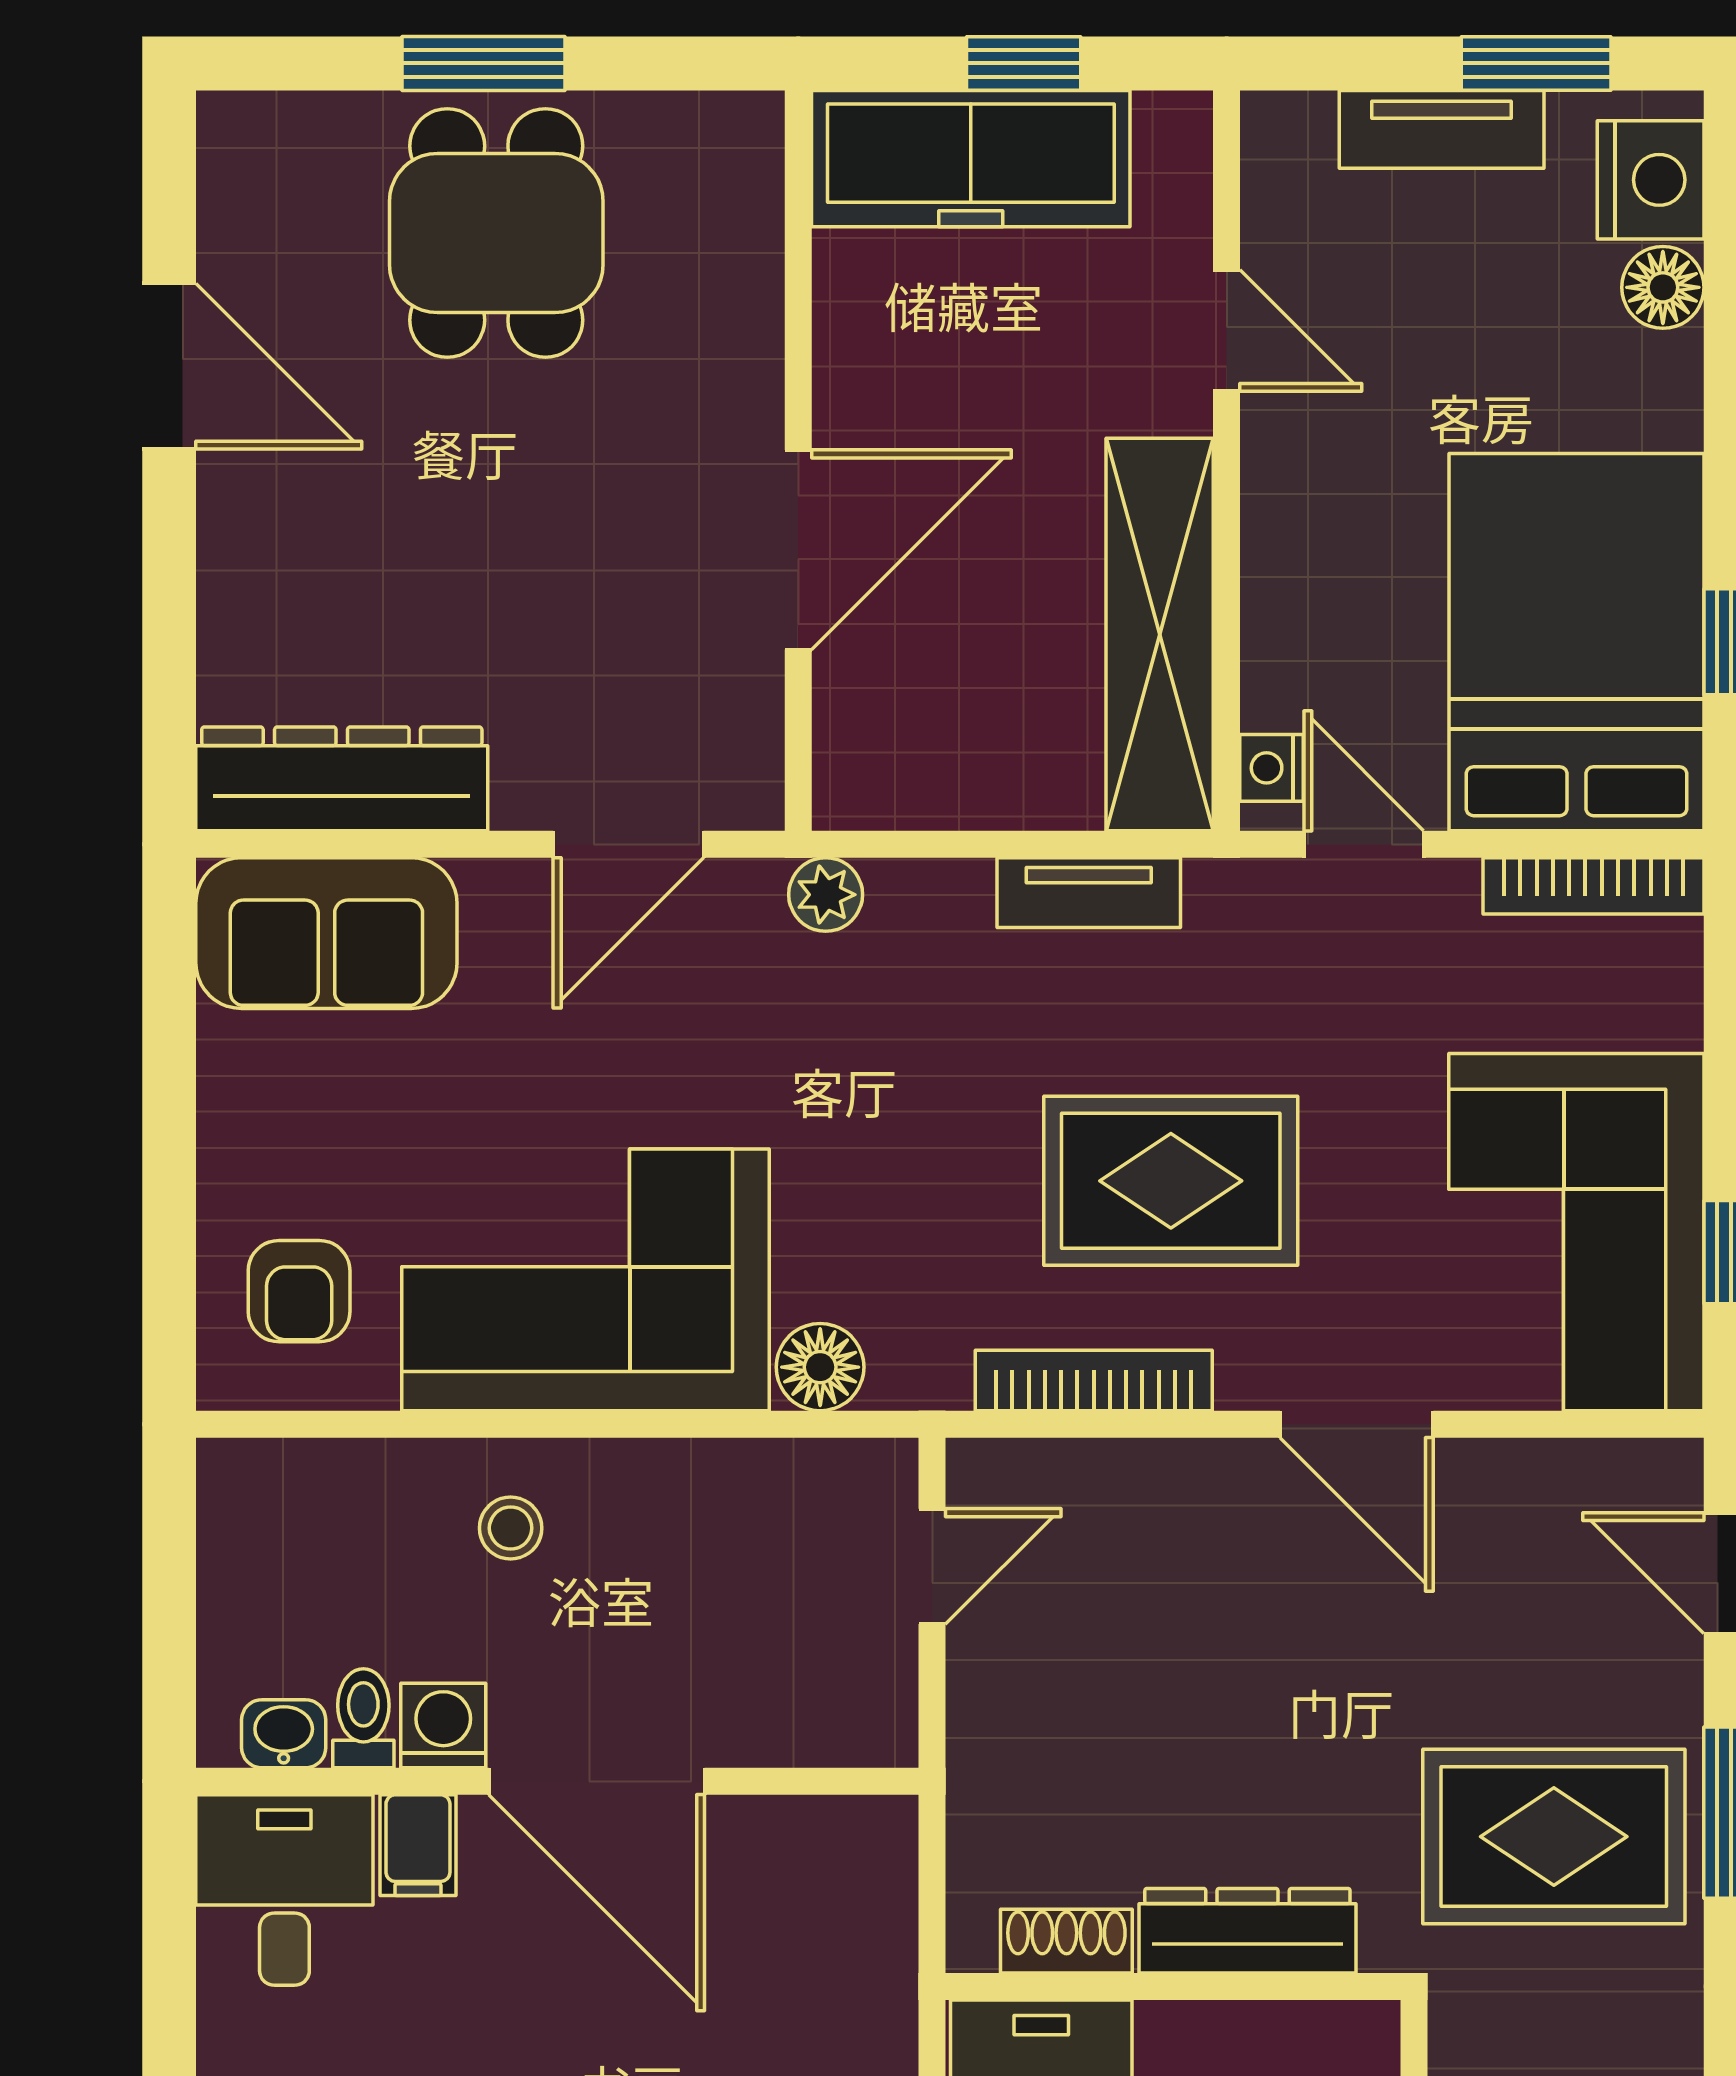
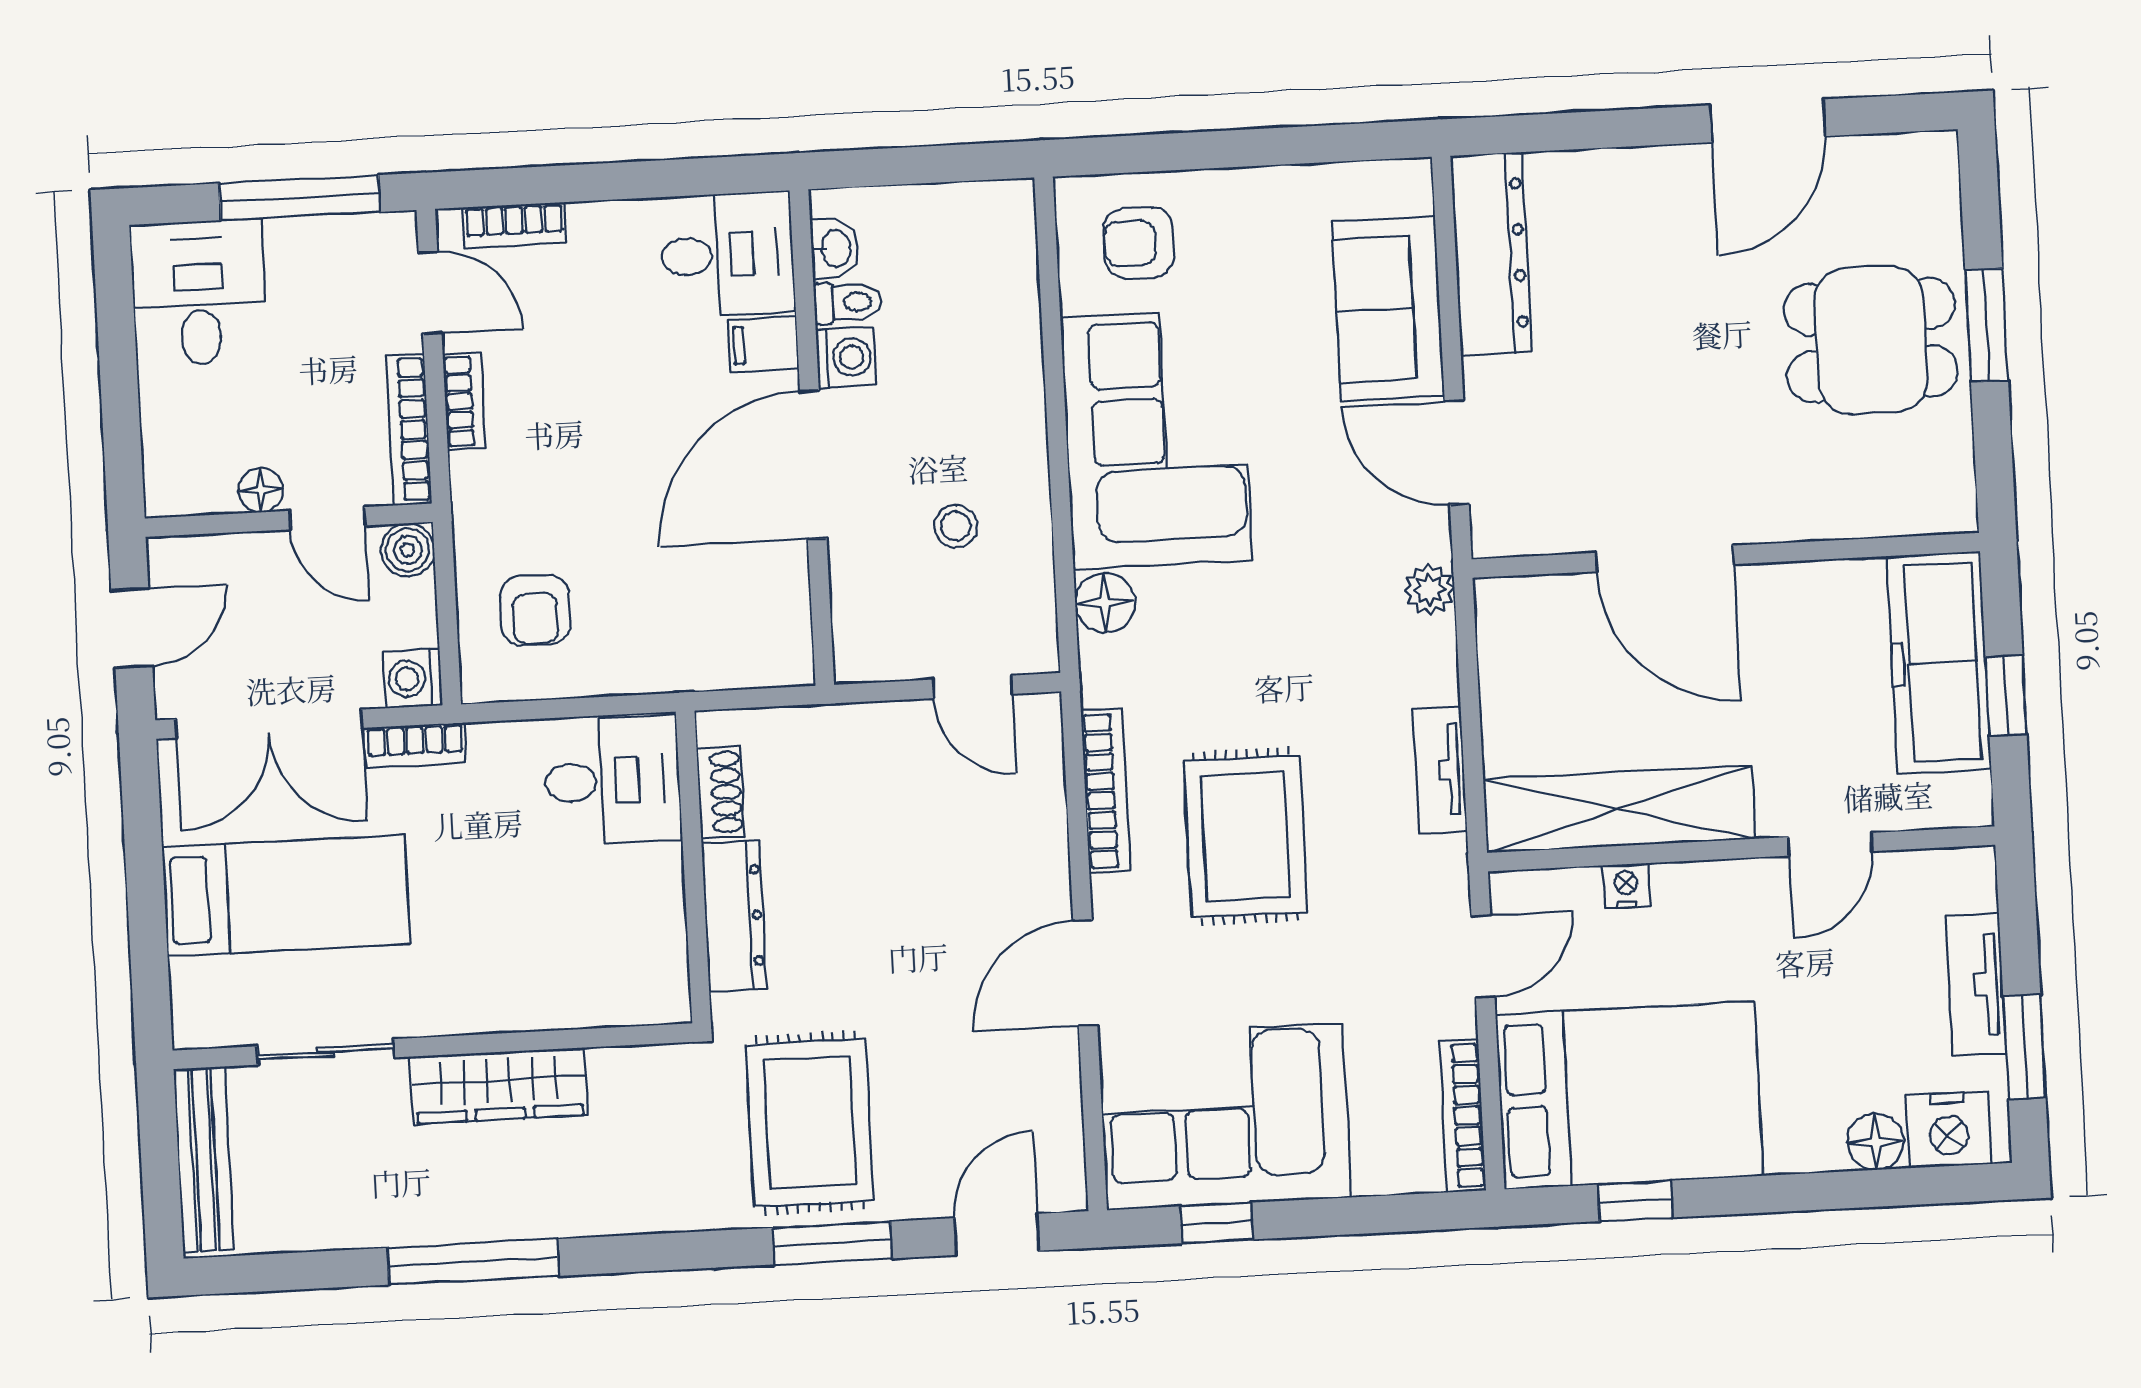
nightstand: (1272, 768) -> (1626, 886), moved
sofa: (326, 933) -> (1388, 309), moved
stool: (511, 1528) -> (956, 526), moved

